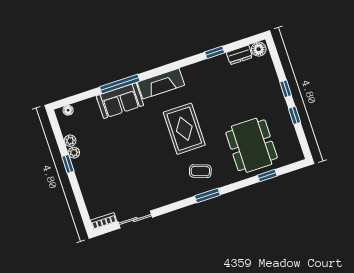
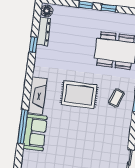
dresser: (239, 55) -> (44, 31), width x1.44

